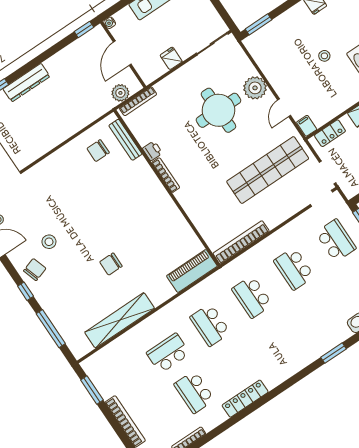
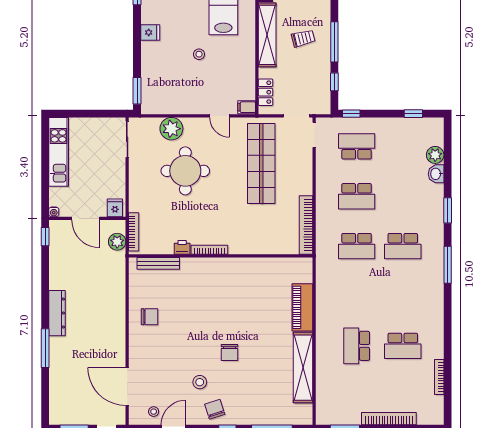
fridge: (171, 58) -> (115, 208), moved, turned 90
plant: (255, 88) -> (171, 129), moved
chair: (98, 151) -> (149, 317), moved, turned -90
chair: (111, 264) -> (230, 353), moved
piano: (192, 271) -> (302, 307), moved
school desk: (210, 325) -> (403, 246), moved
window: (288, 384) -> (448, 265), added
locker: (245, 399) -> (436, 308), removed

